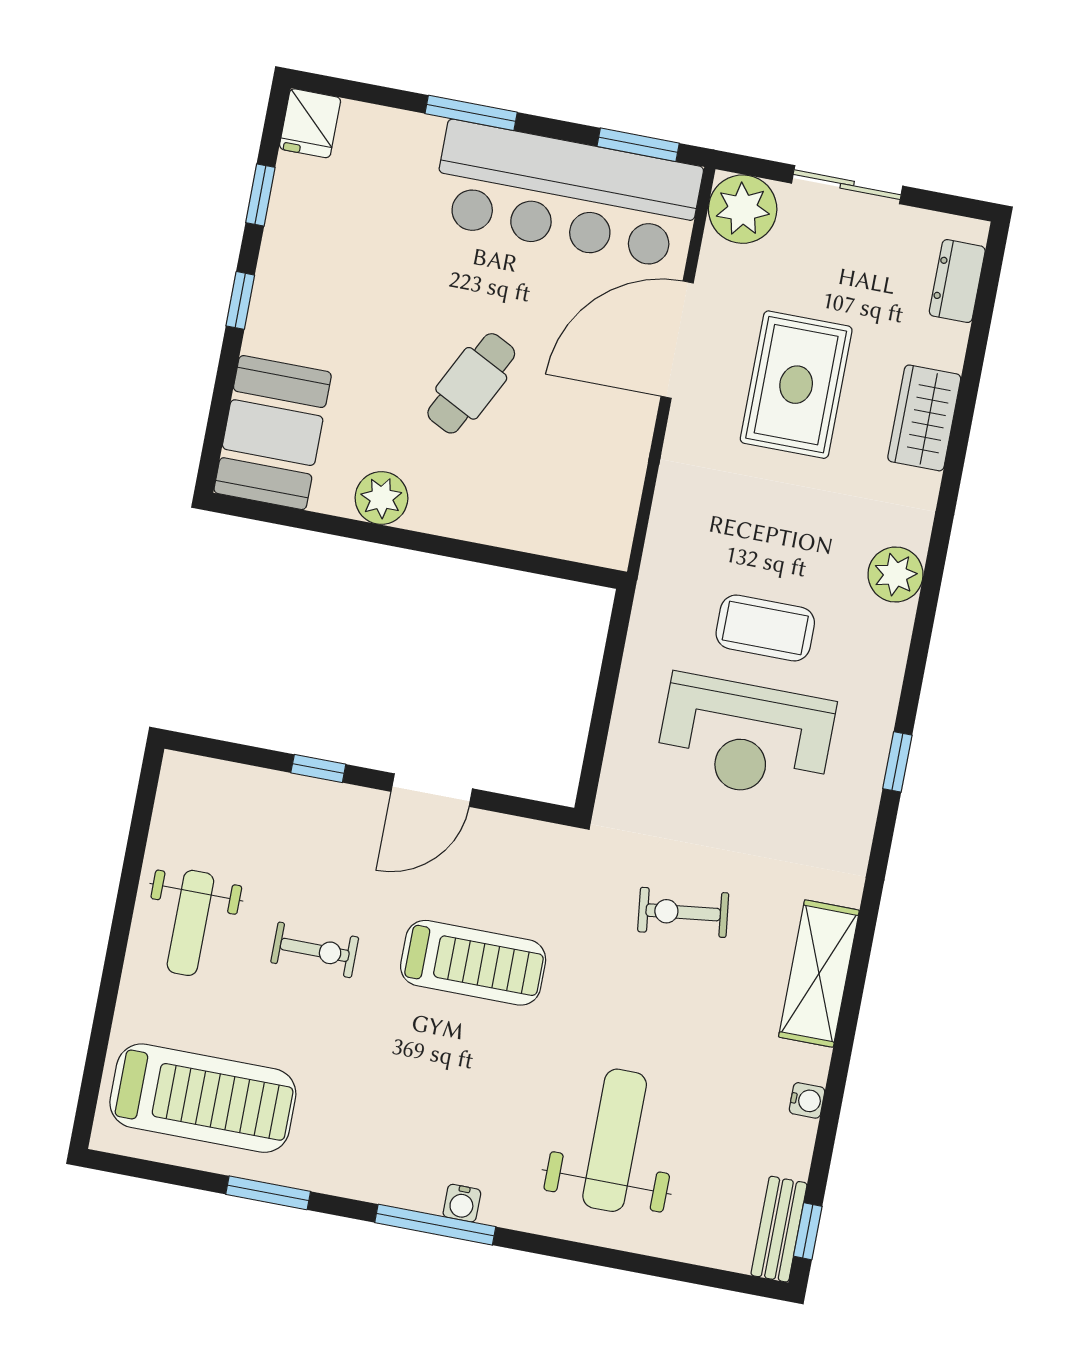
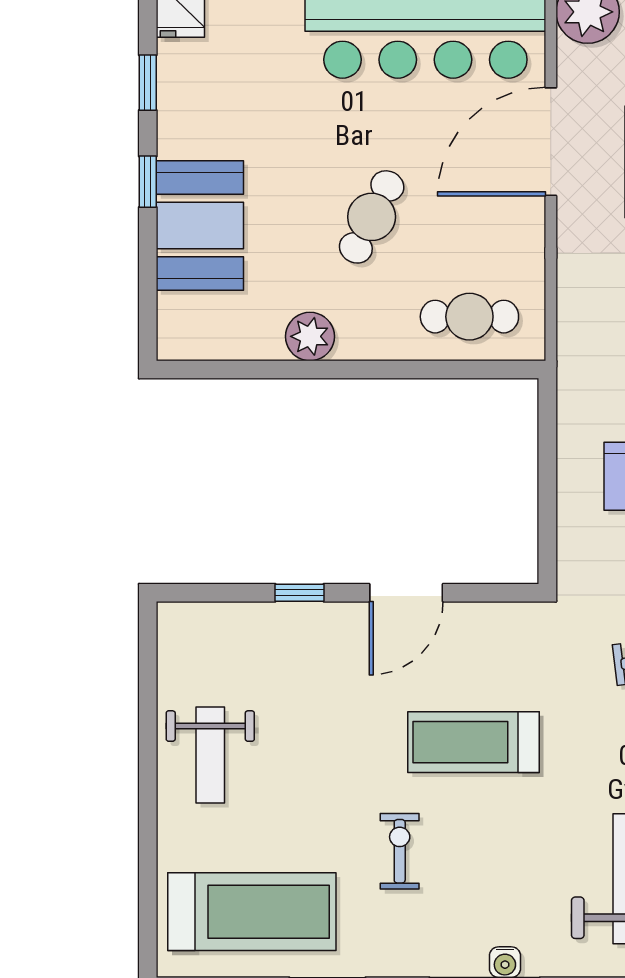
booth: (273, 433) -> (200, 225), moved
cafe table: (555, 509) -> (469, 317), added
exercise bike: (315, 950) -> (400, 851), moved, turned -90
treadmill: (473, 963) -> (473, 742), turned 180

